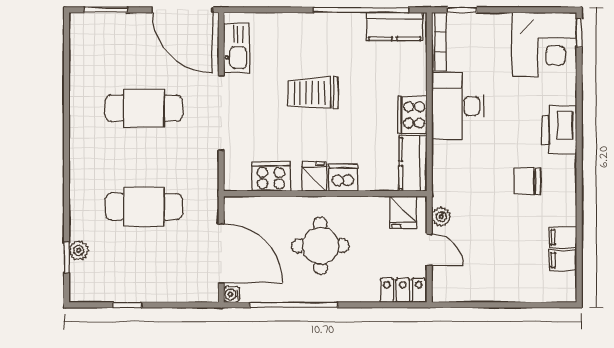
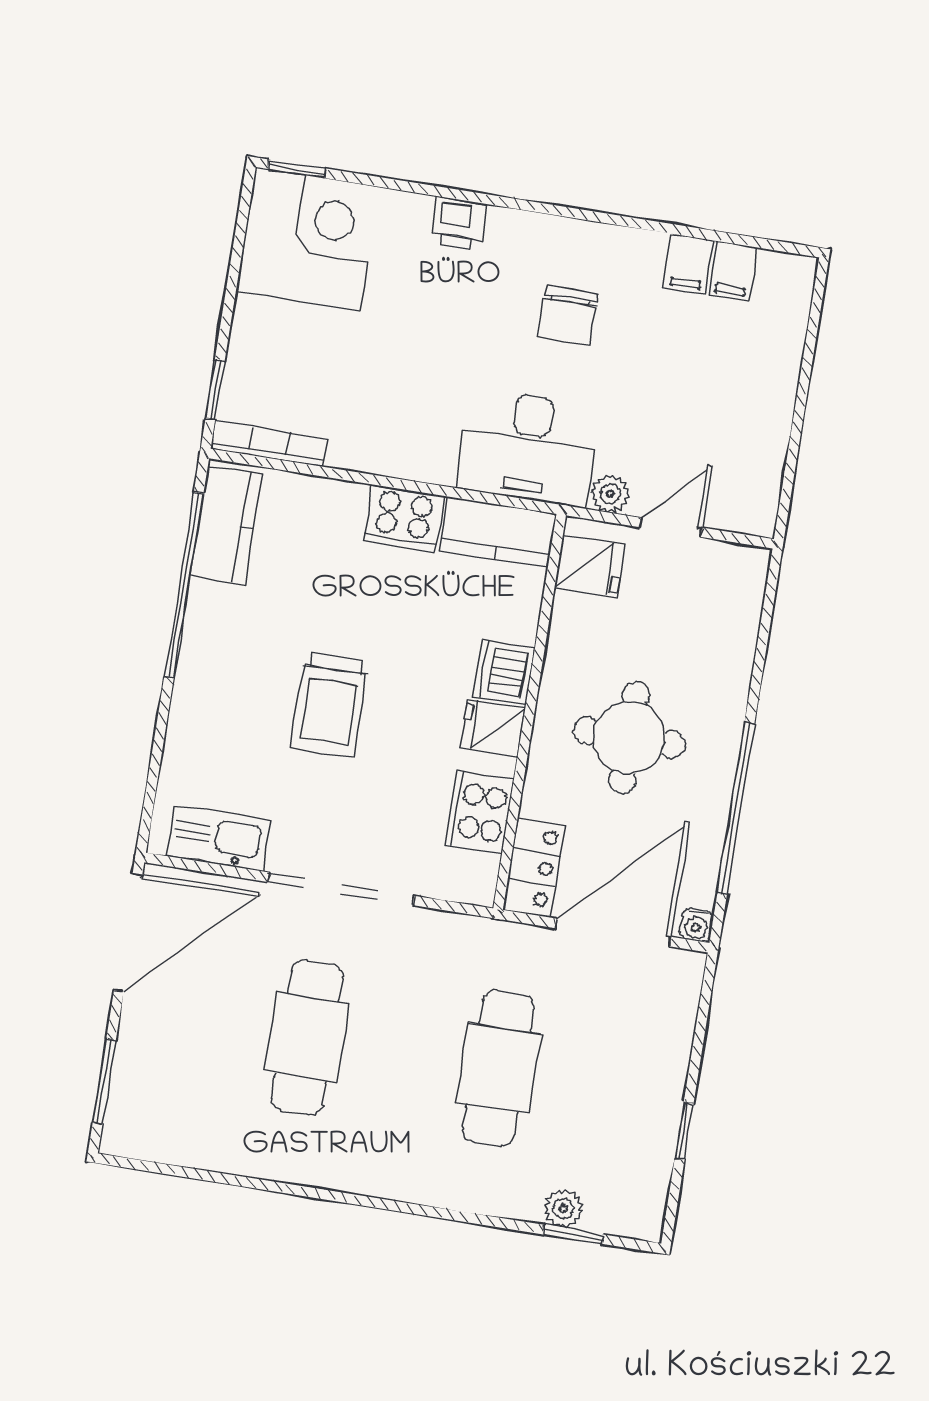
desk: (458, 106) -> (528, 448), moved
printer: (559, 130) -> (459, 223), width x0.53, depth x0.68
locker: (403, 290) -> (534, 867), moved, turned 180

